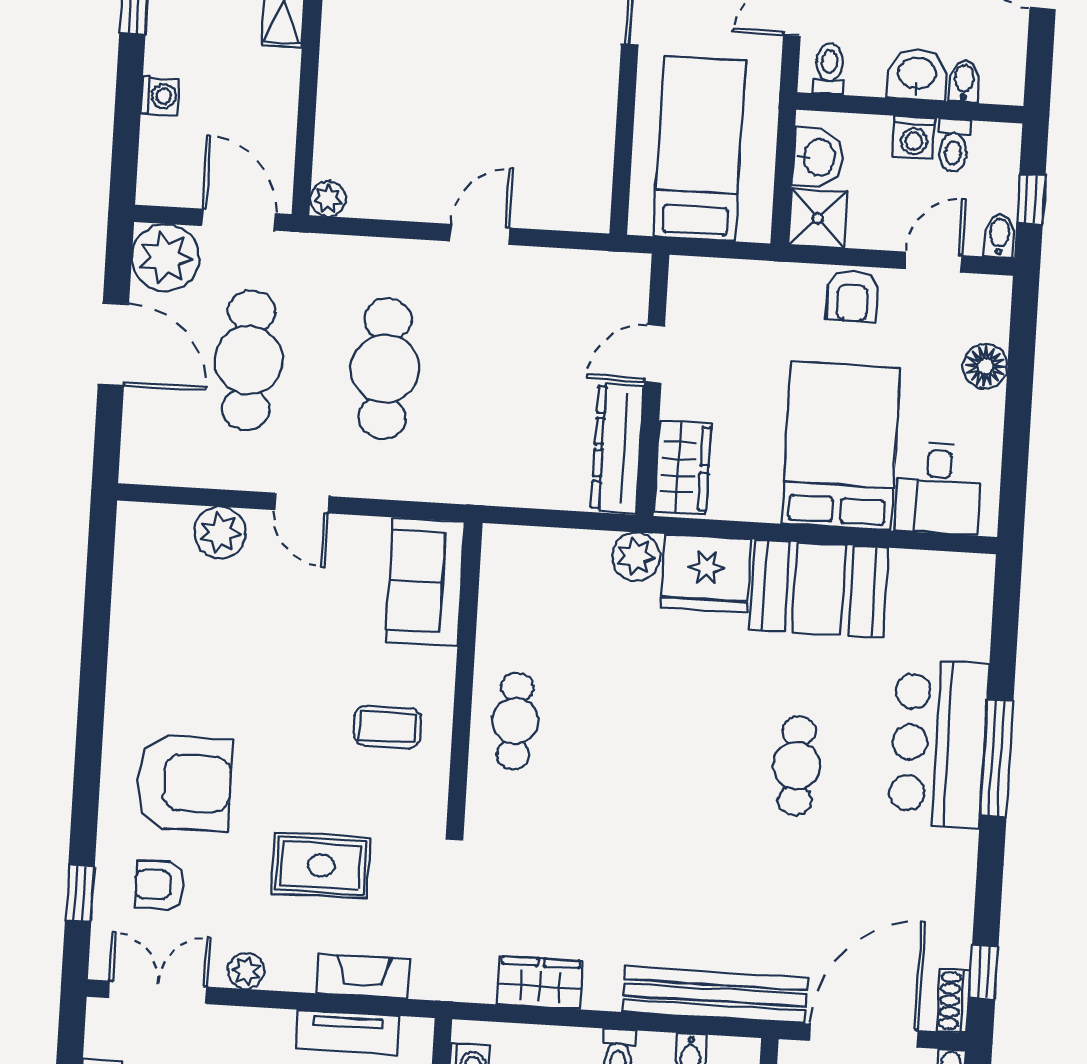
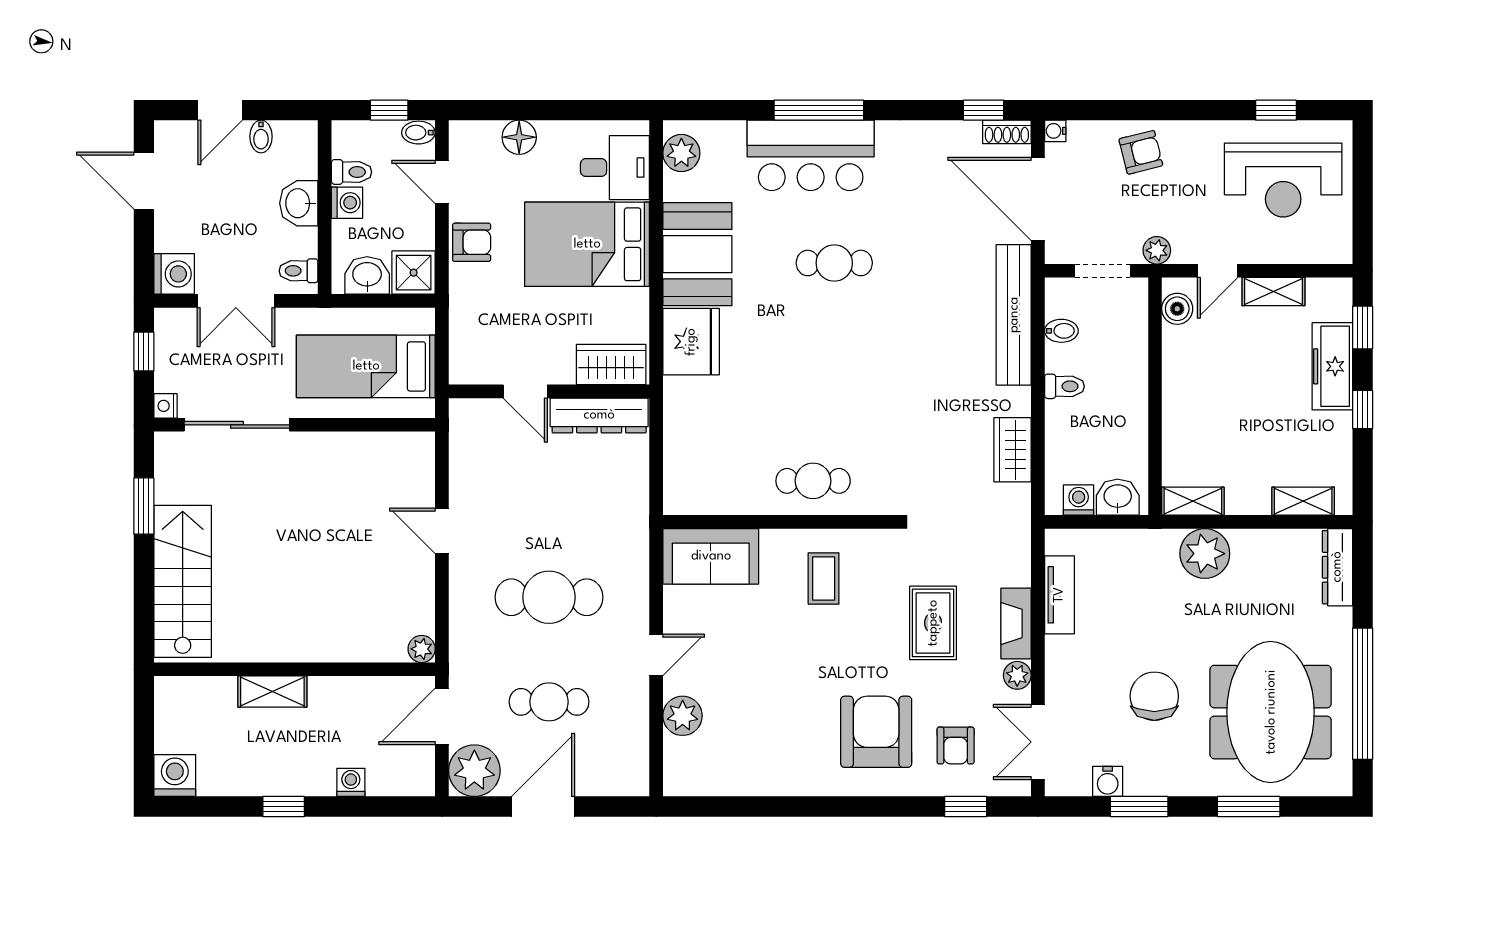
bidet: (964, 81) -> (261, 136), moved, turned -90
cafe table: (249, 360) -> (549, 702), width x0.73, depth x0.74
plant: (636, 556) -> (681, 153), moved
fireplace: (363, 976) -> (1016, 623), moved

